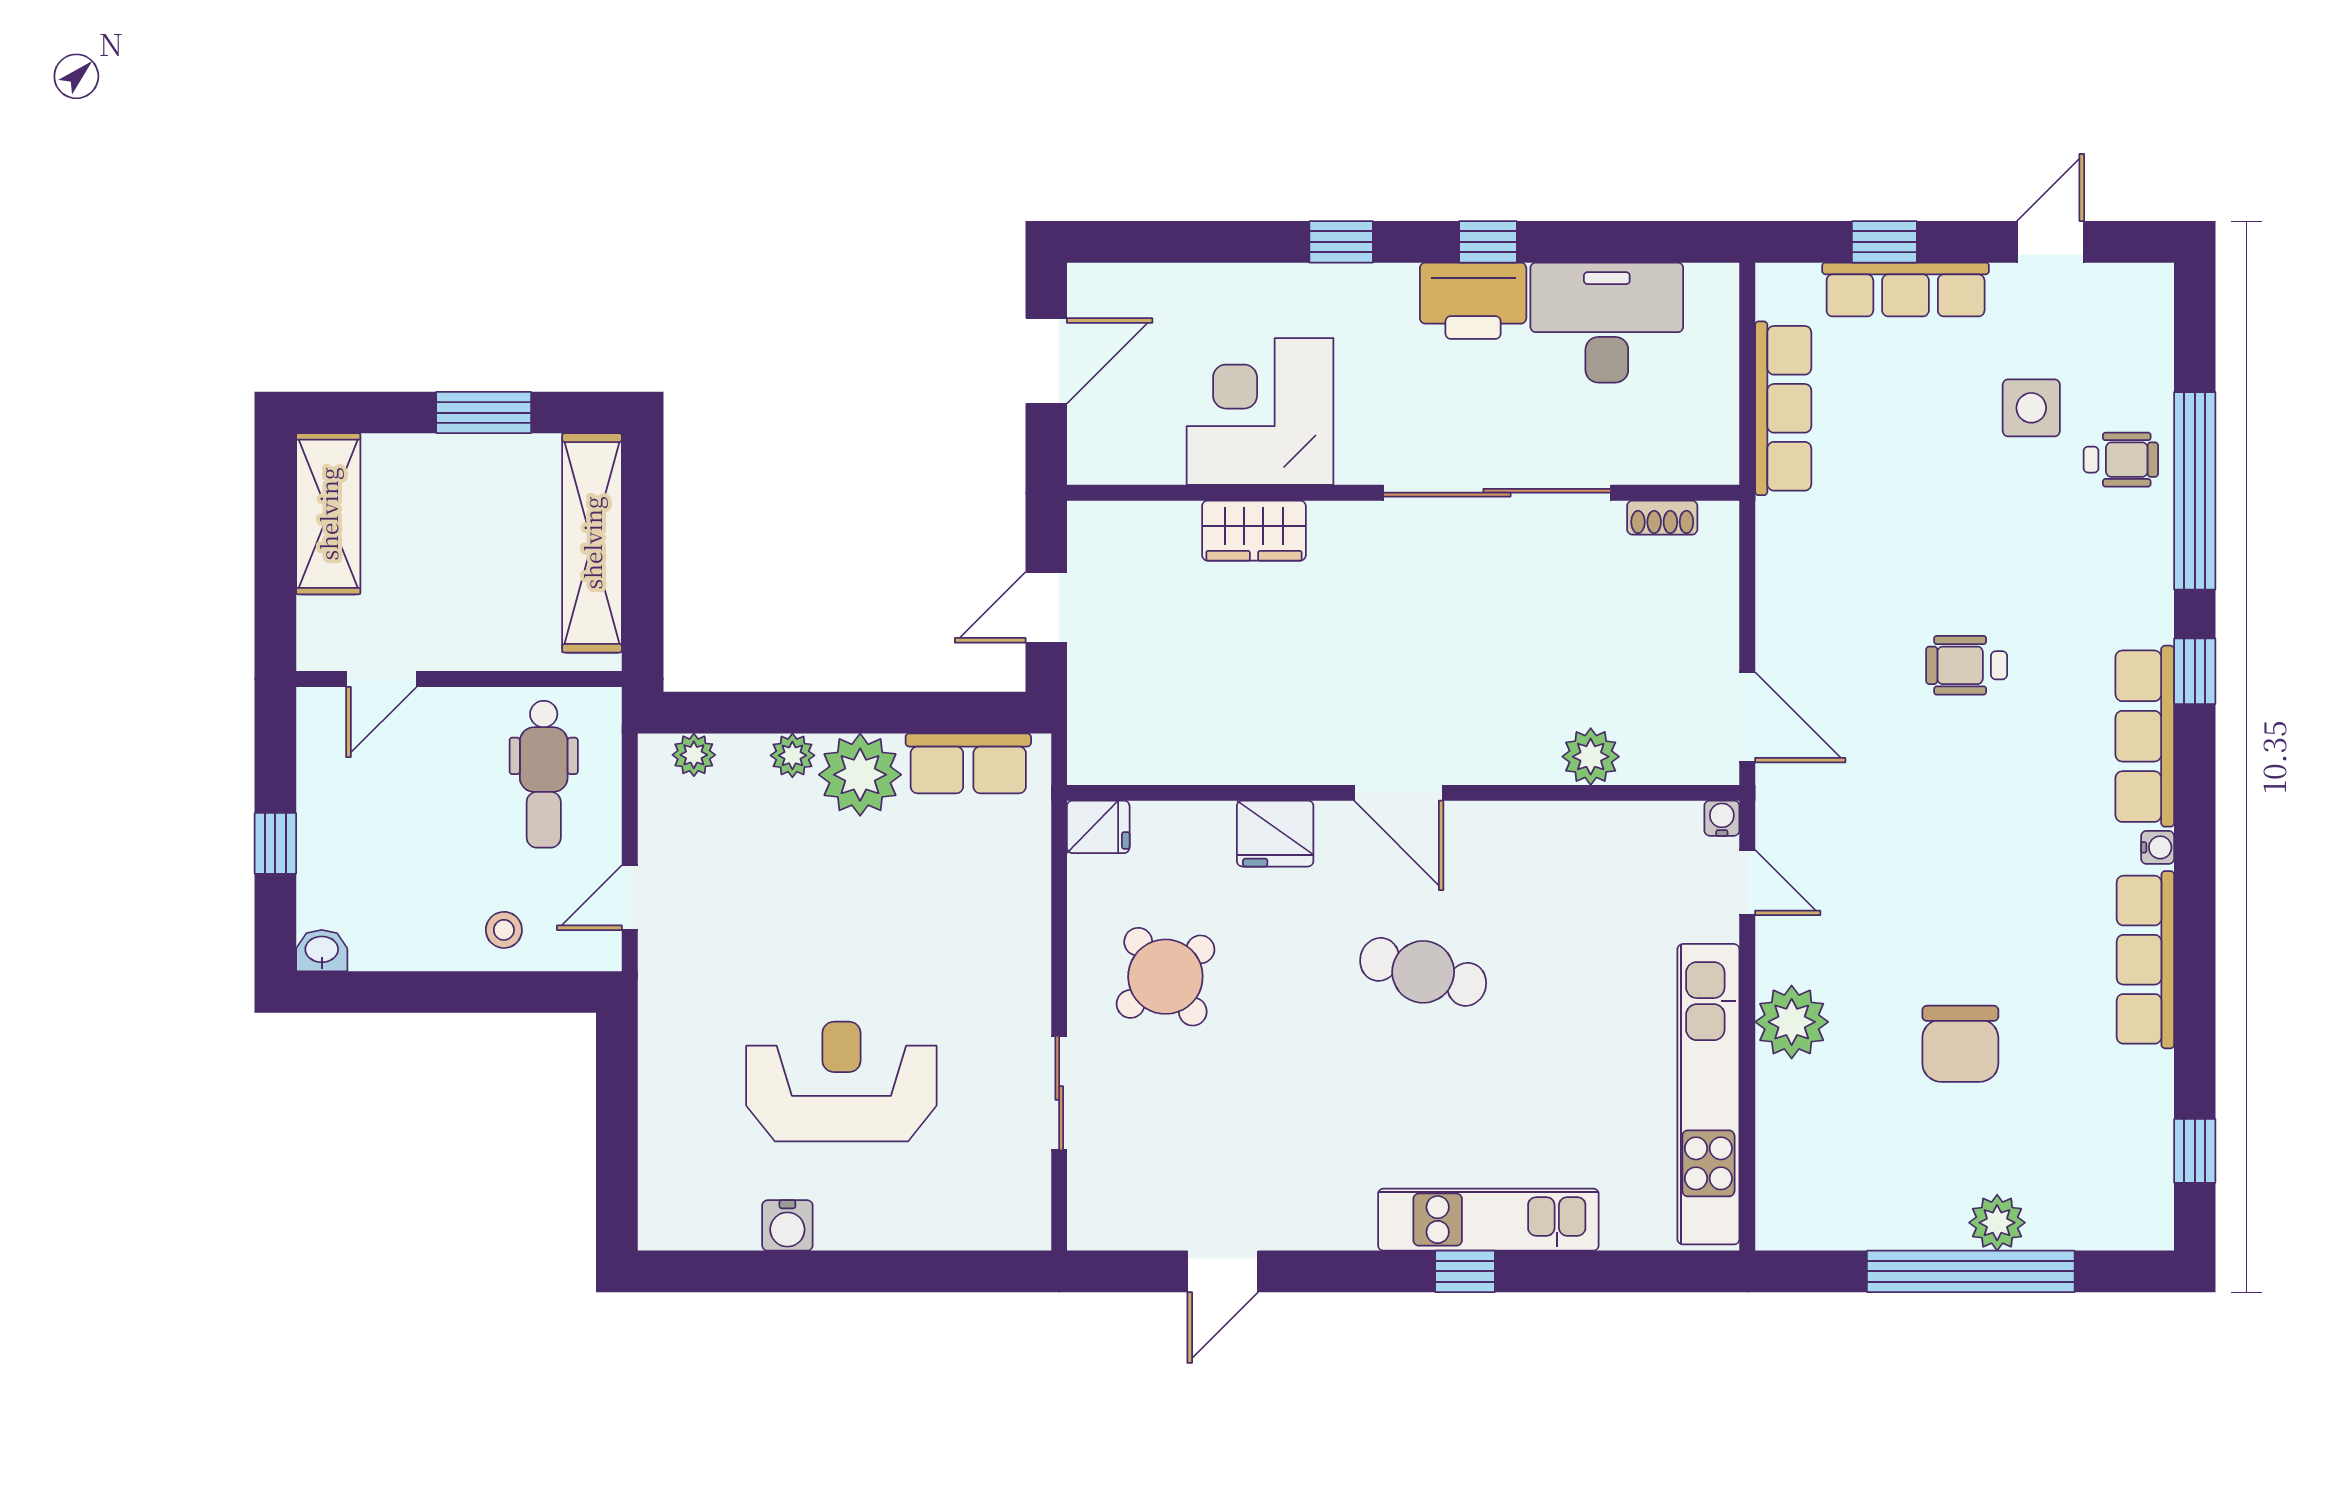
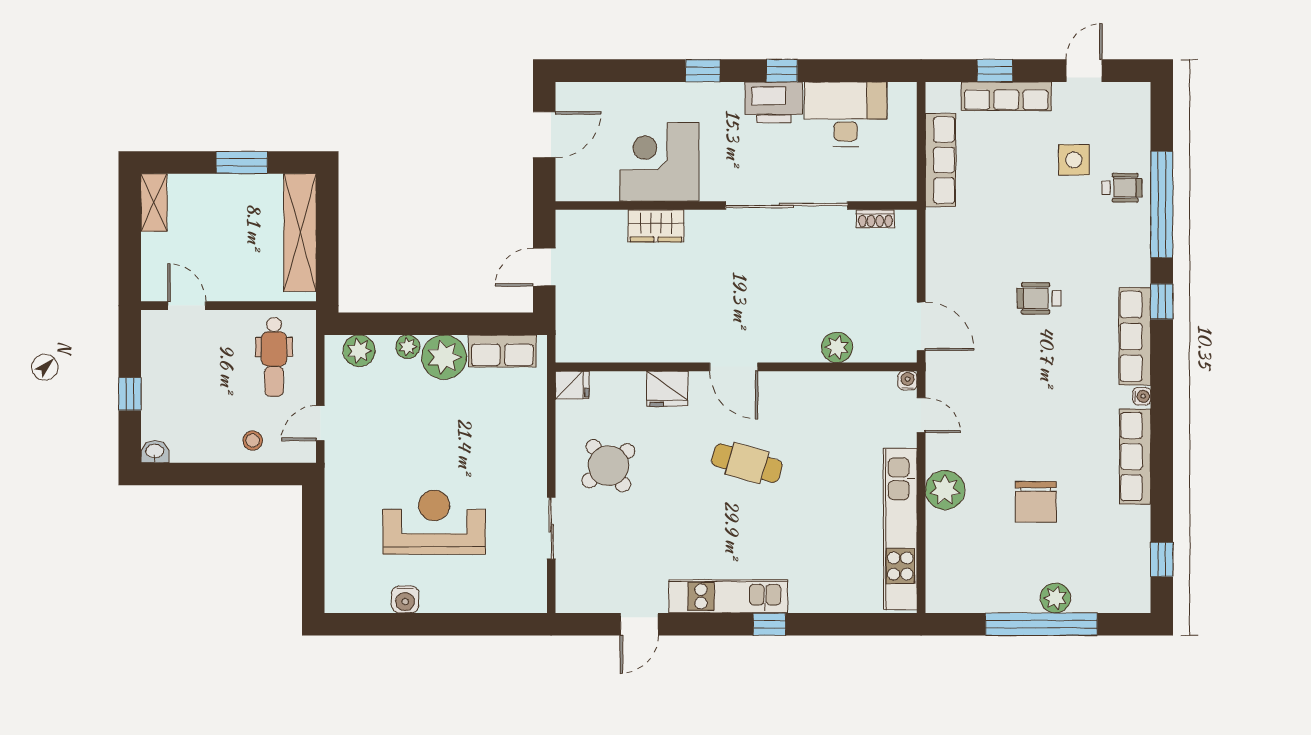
shelving: (328, 514) -> (154, 202), width x0.67, depth x0.75
door: (381, 679) -> (187, 306), swing flipped
plant: (694, 755) -> (359, 351), width x1.38, depth x1.38
kitchen unit: (1488, 1220) -> (728, 596), moved

